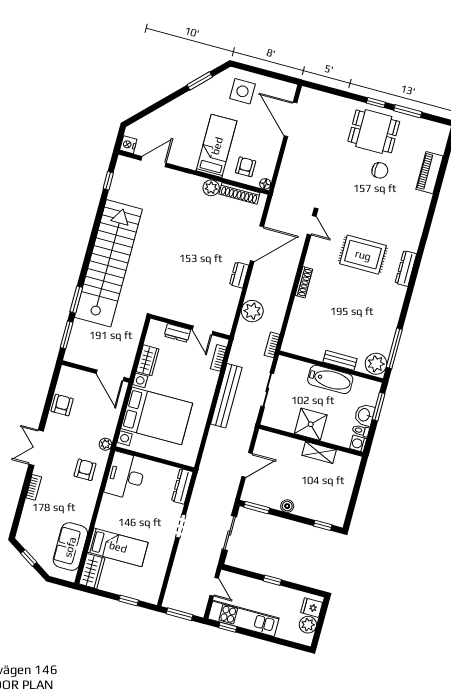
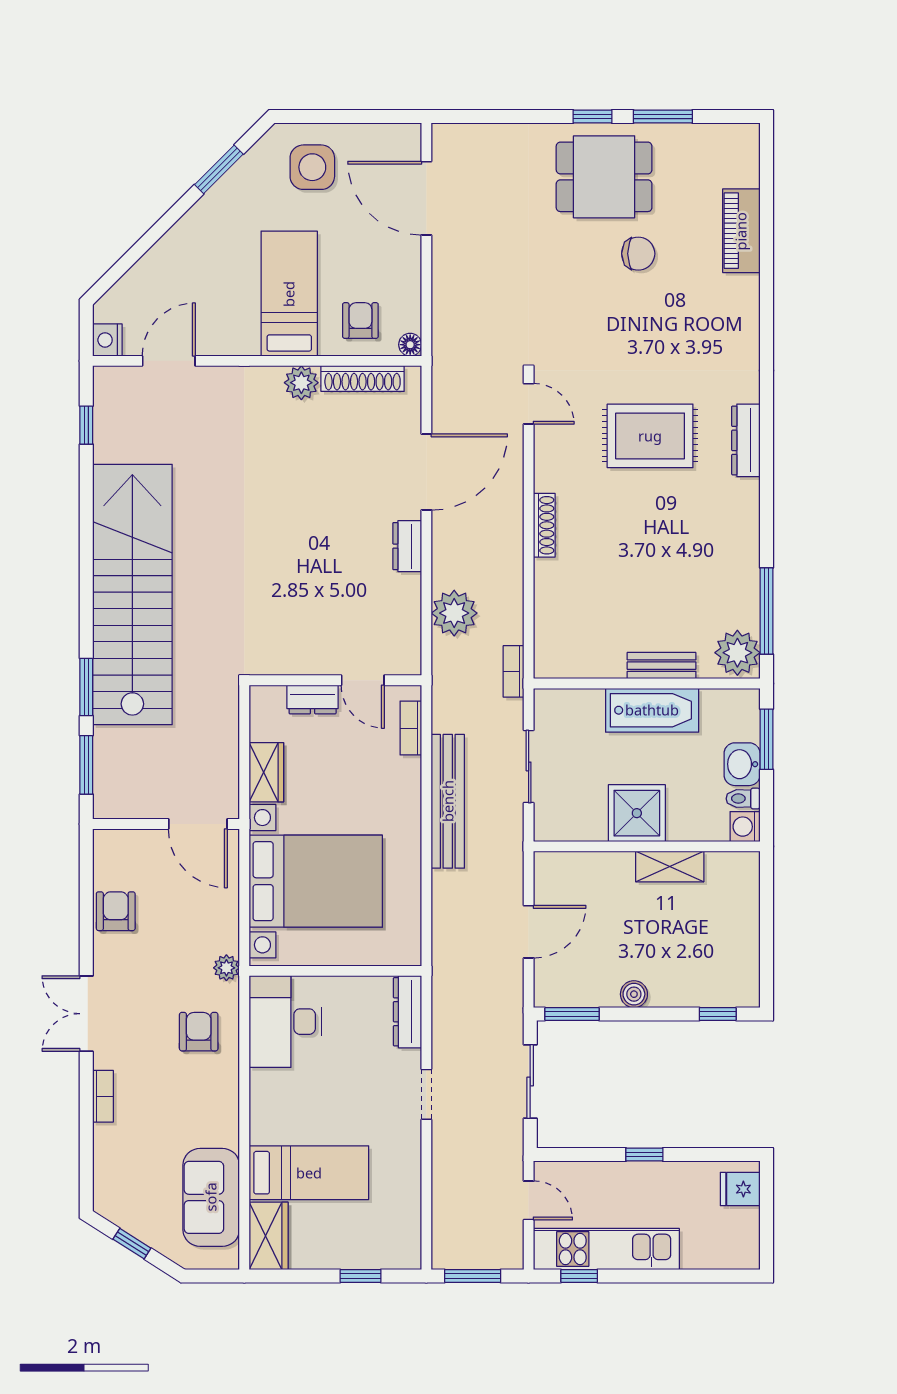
plant: (308, 625) -> (742, 1226), removed

